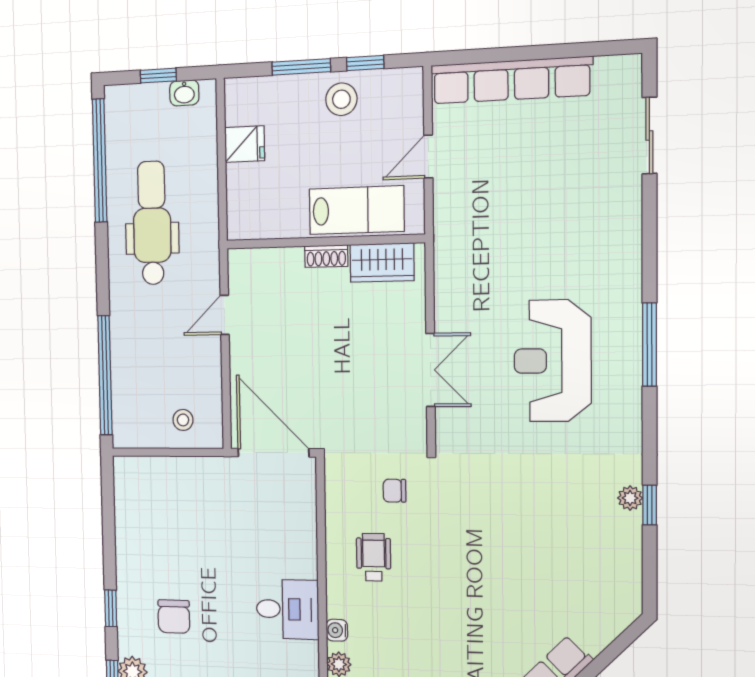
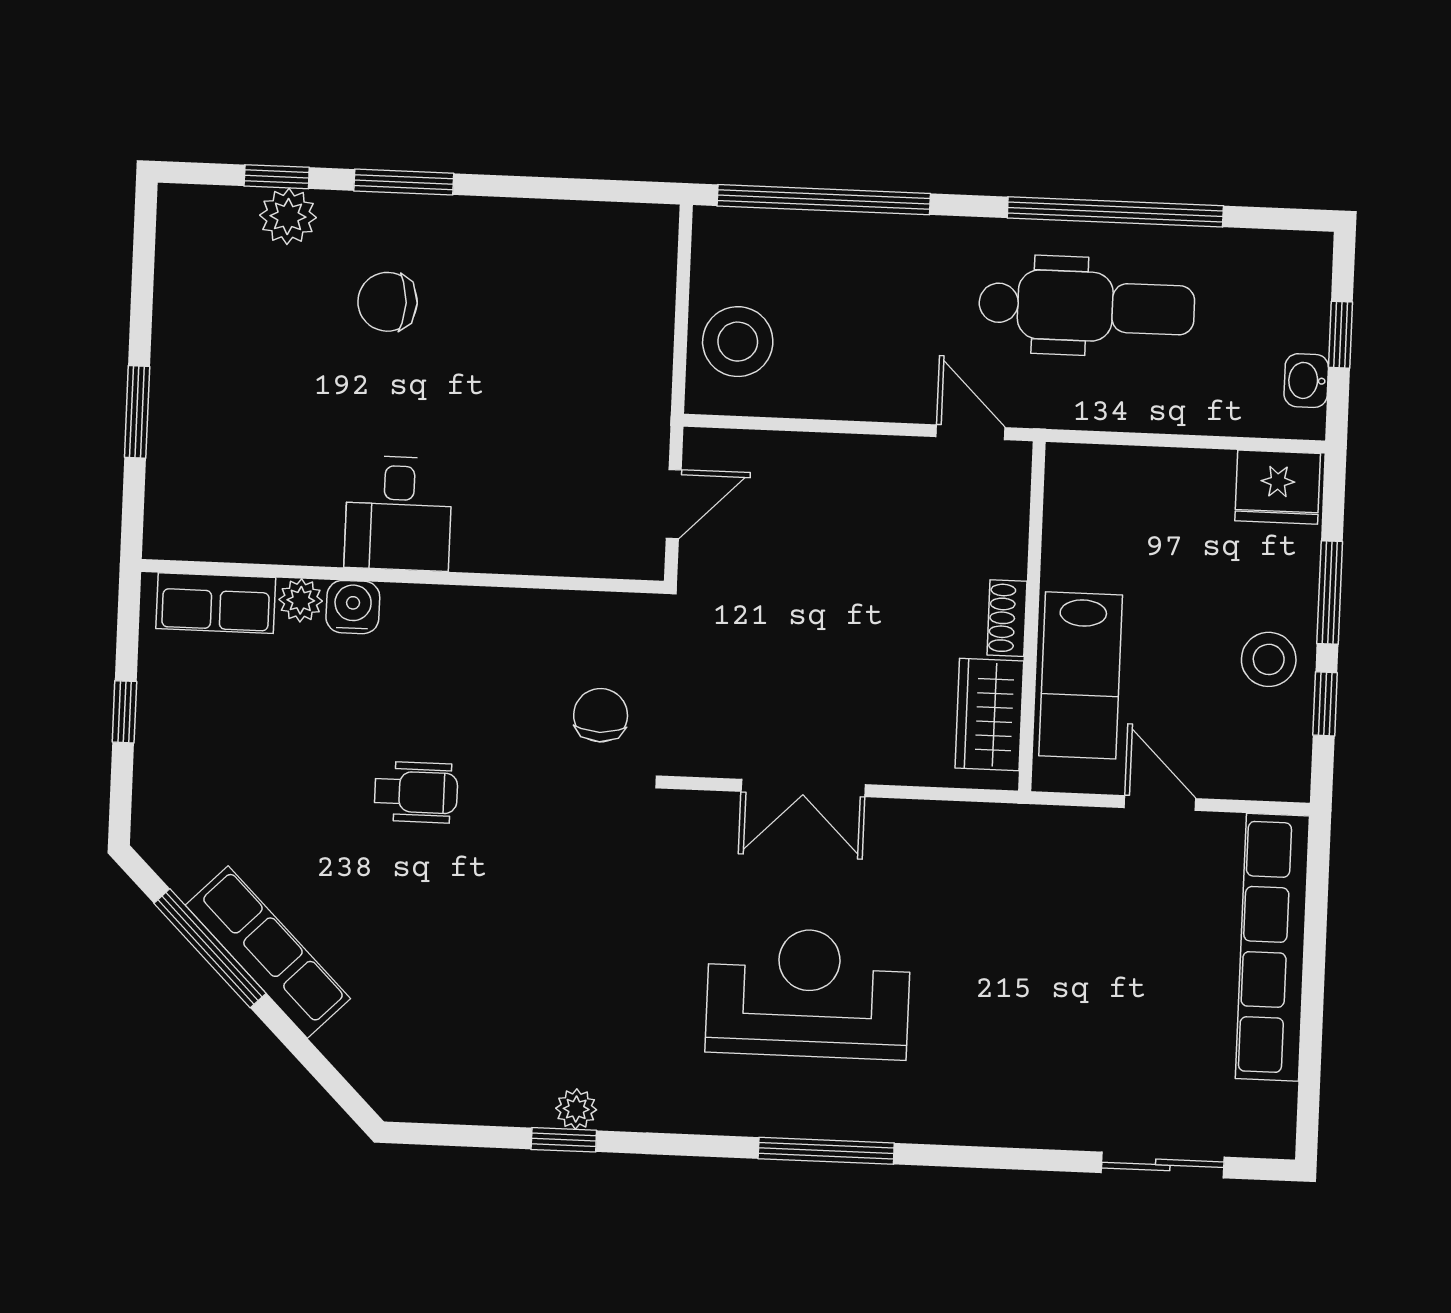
fridge: (245, 144) -> (1278, 487), moved, width x1.38
window: (100, 161) -> (1115, 212), moved
door: (225, 315) -> (970, 432), moved
stool: (183, 420) -> (738, 342), width x1.89, depth x1.89
door: (273, 453) -> (674, 504), width x0.53
chair: (395, 491) -> (601, 715), width x1.37, depth x1.37
wheelchair: (374, 557) -> (416, 792), moved
window: (111, 608) -> (404, 182), width x1.50
water cooler: (337, 630) -> (353, 607), width x1.38, depth x1.38

